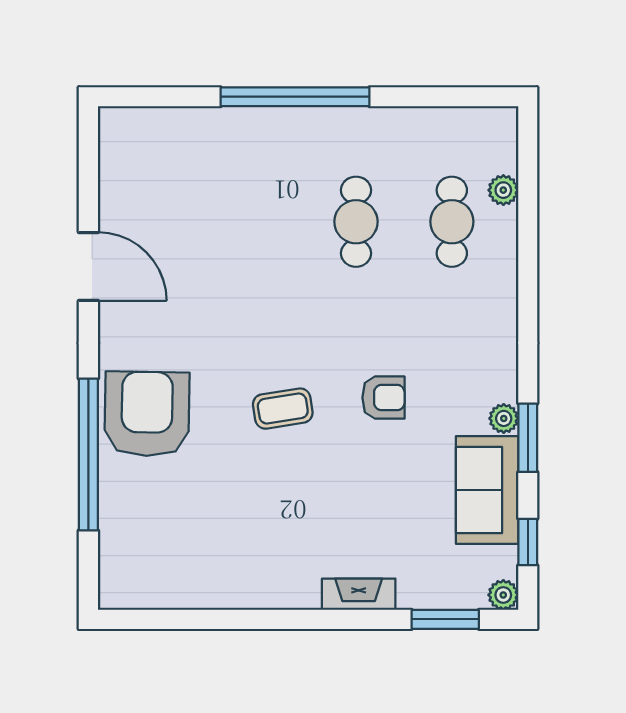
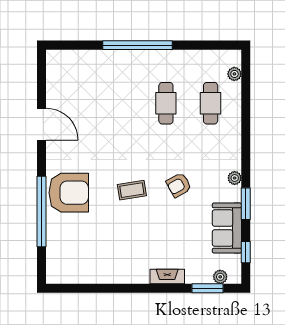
plant: (503, 190) -> (234, 74), moved
armchair: (383, 398) -> (179, 185), turned 151
armchair: (147, 414) -> (69, 193), turned 89
plant: (504, 418) -> (235, 178), moved
plant: (503, 595) -> (220, 277), moved

